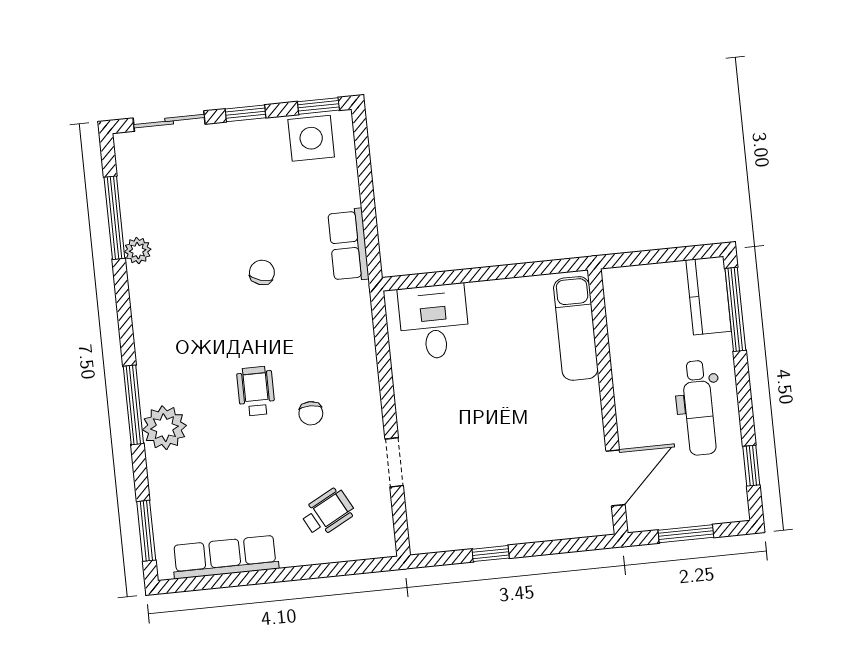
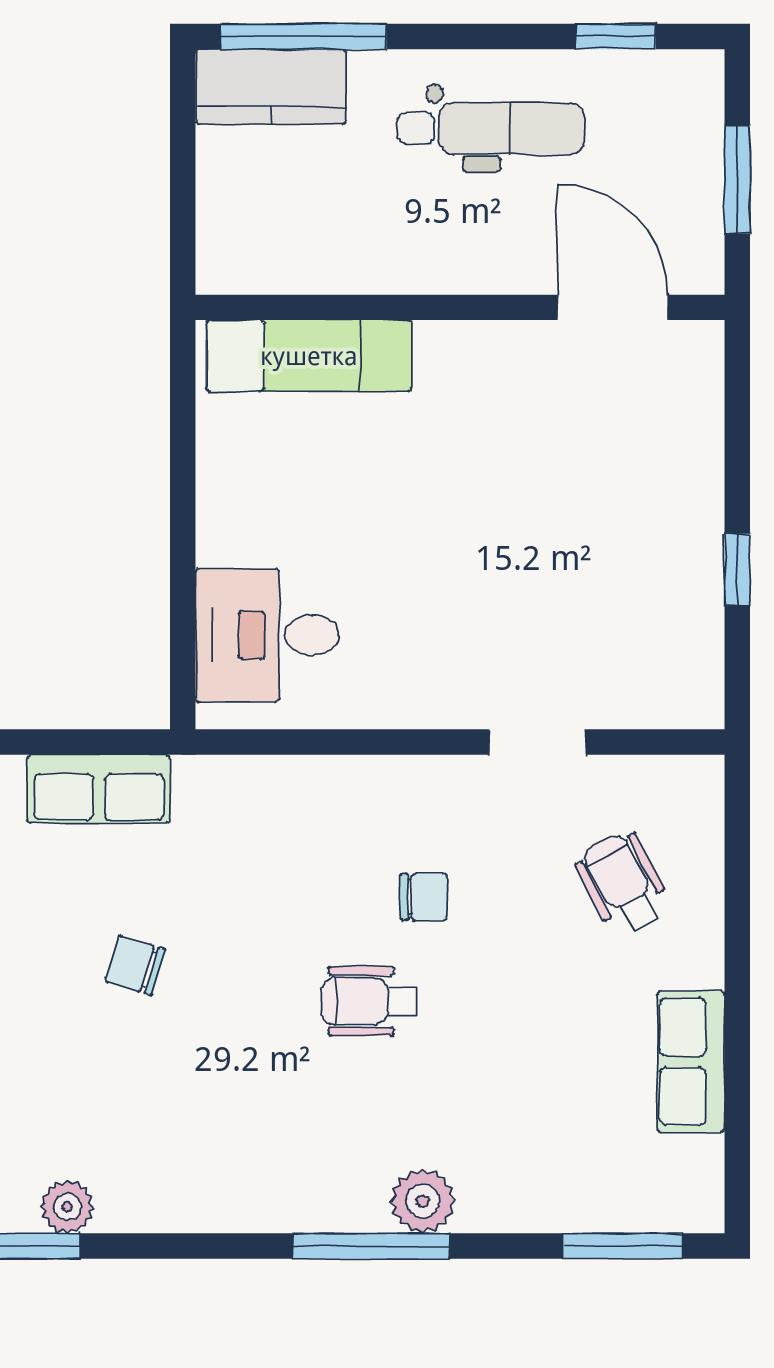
plant: (164, 428) -> (423, 1201), width x0.73, depth x0.73
row of seats: (225, 557) -> (691, 1062), width x0.68

